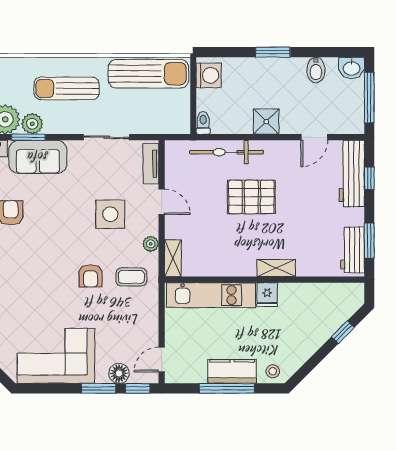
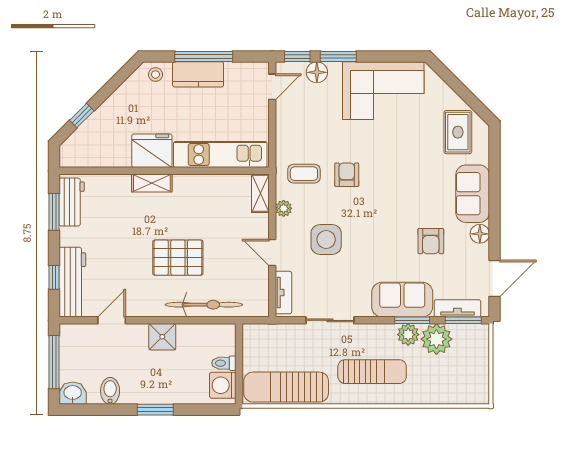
toilet: (203, 123) -> (224, 363), moved, turned 90
fridge: (267, 295) -> (152, 151), width x1.88, depth x1.34

